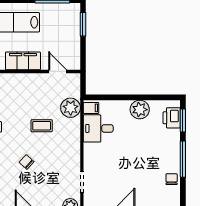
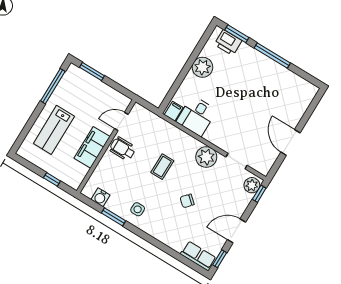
wheelchair: (37, 86) -> (123, 149), added
plant: (71, 108) -> (206, 157), moved
chair: (172, 179) -> (284, 77), removed

